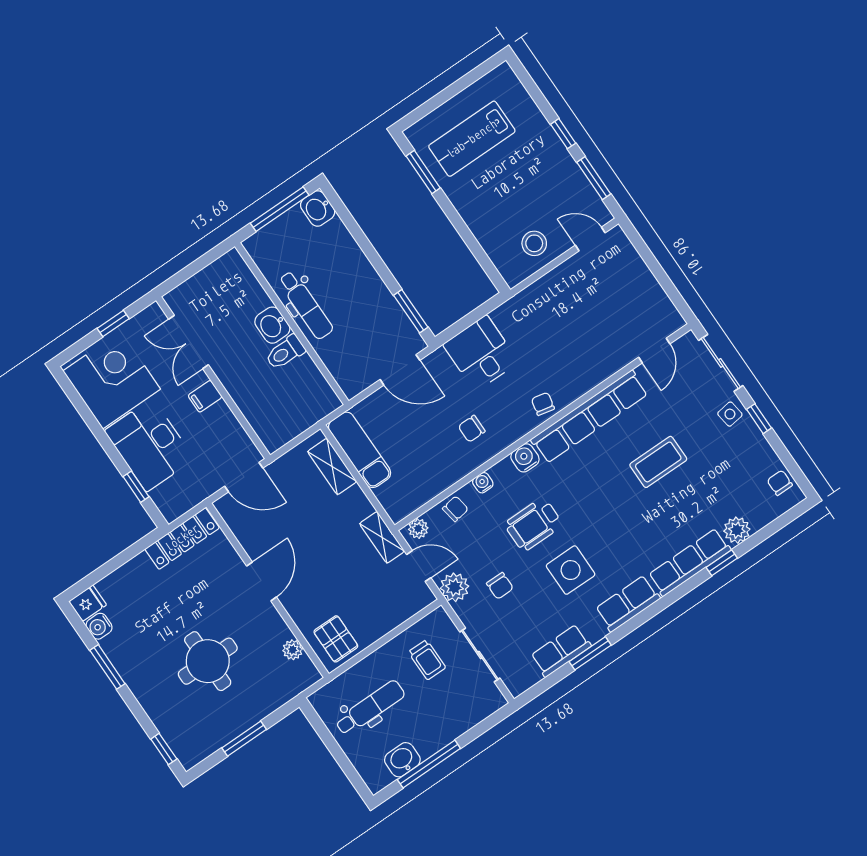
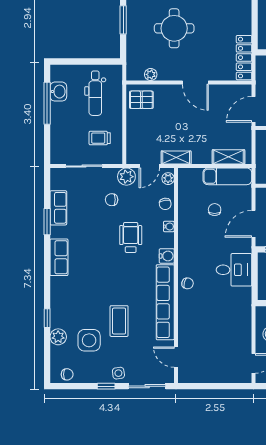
chair: (472, 429) -> (215, 210), moved
row of seats: (690, 562) -> (58, 302), removed
side table: (571, 570) -> (89, 340), moved

